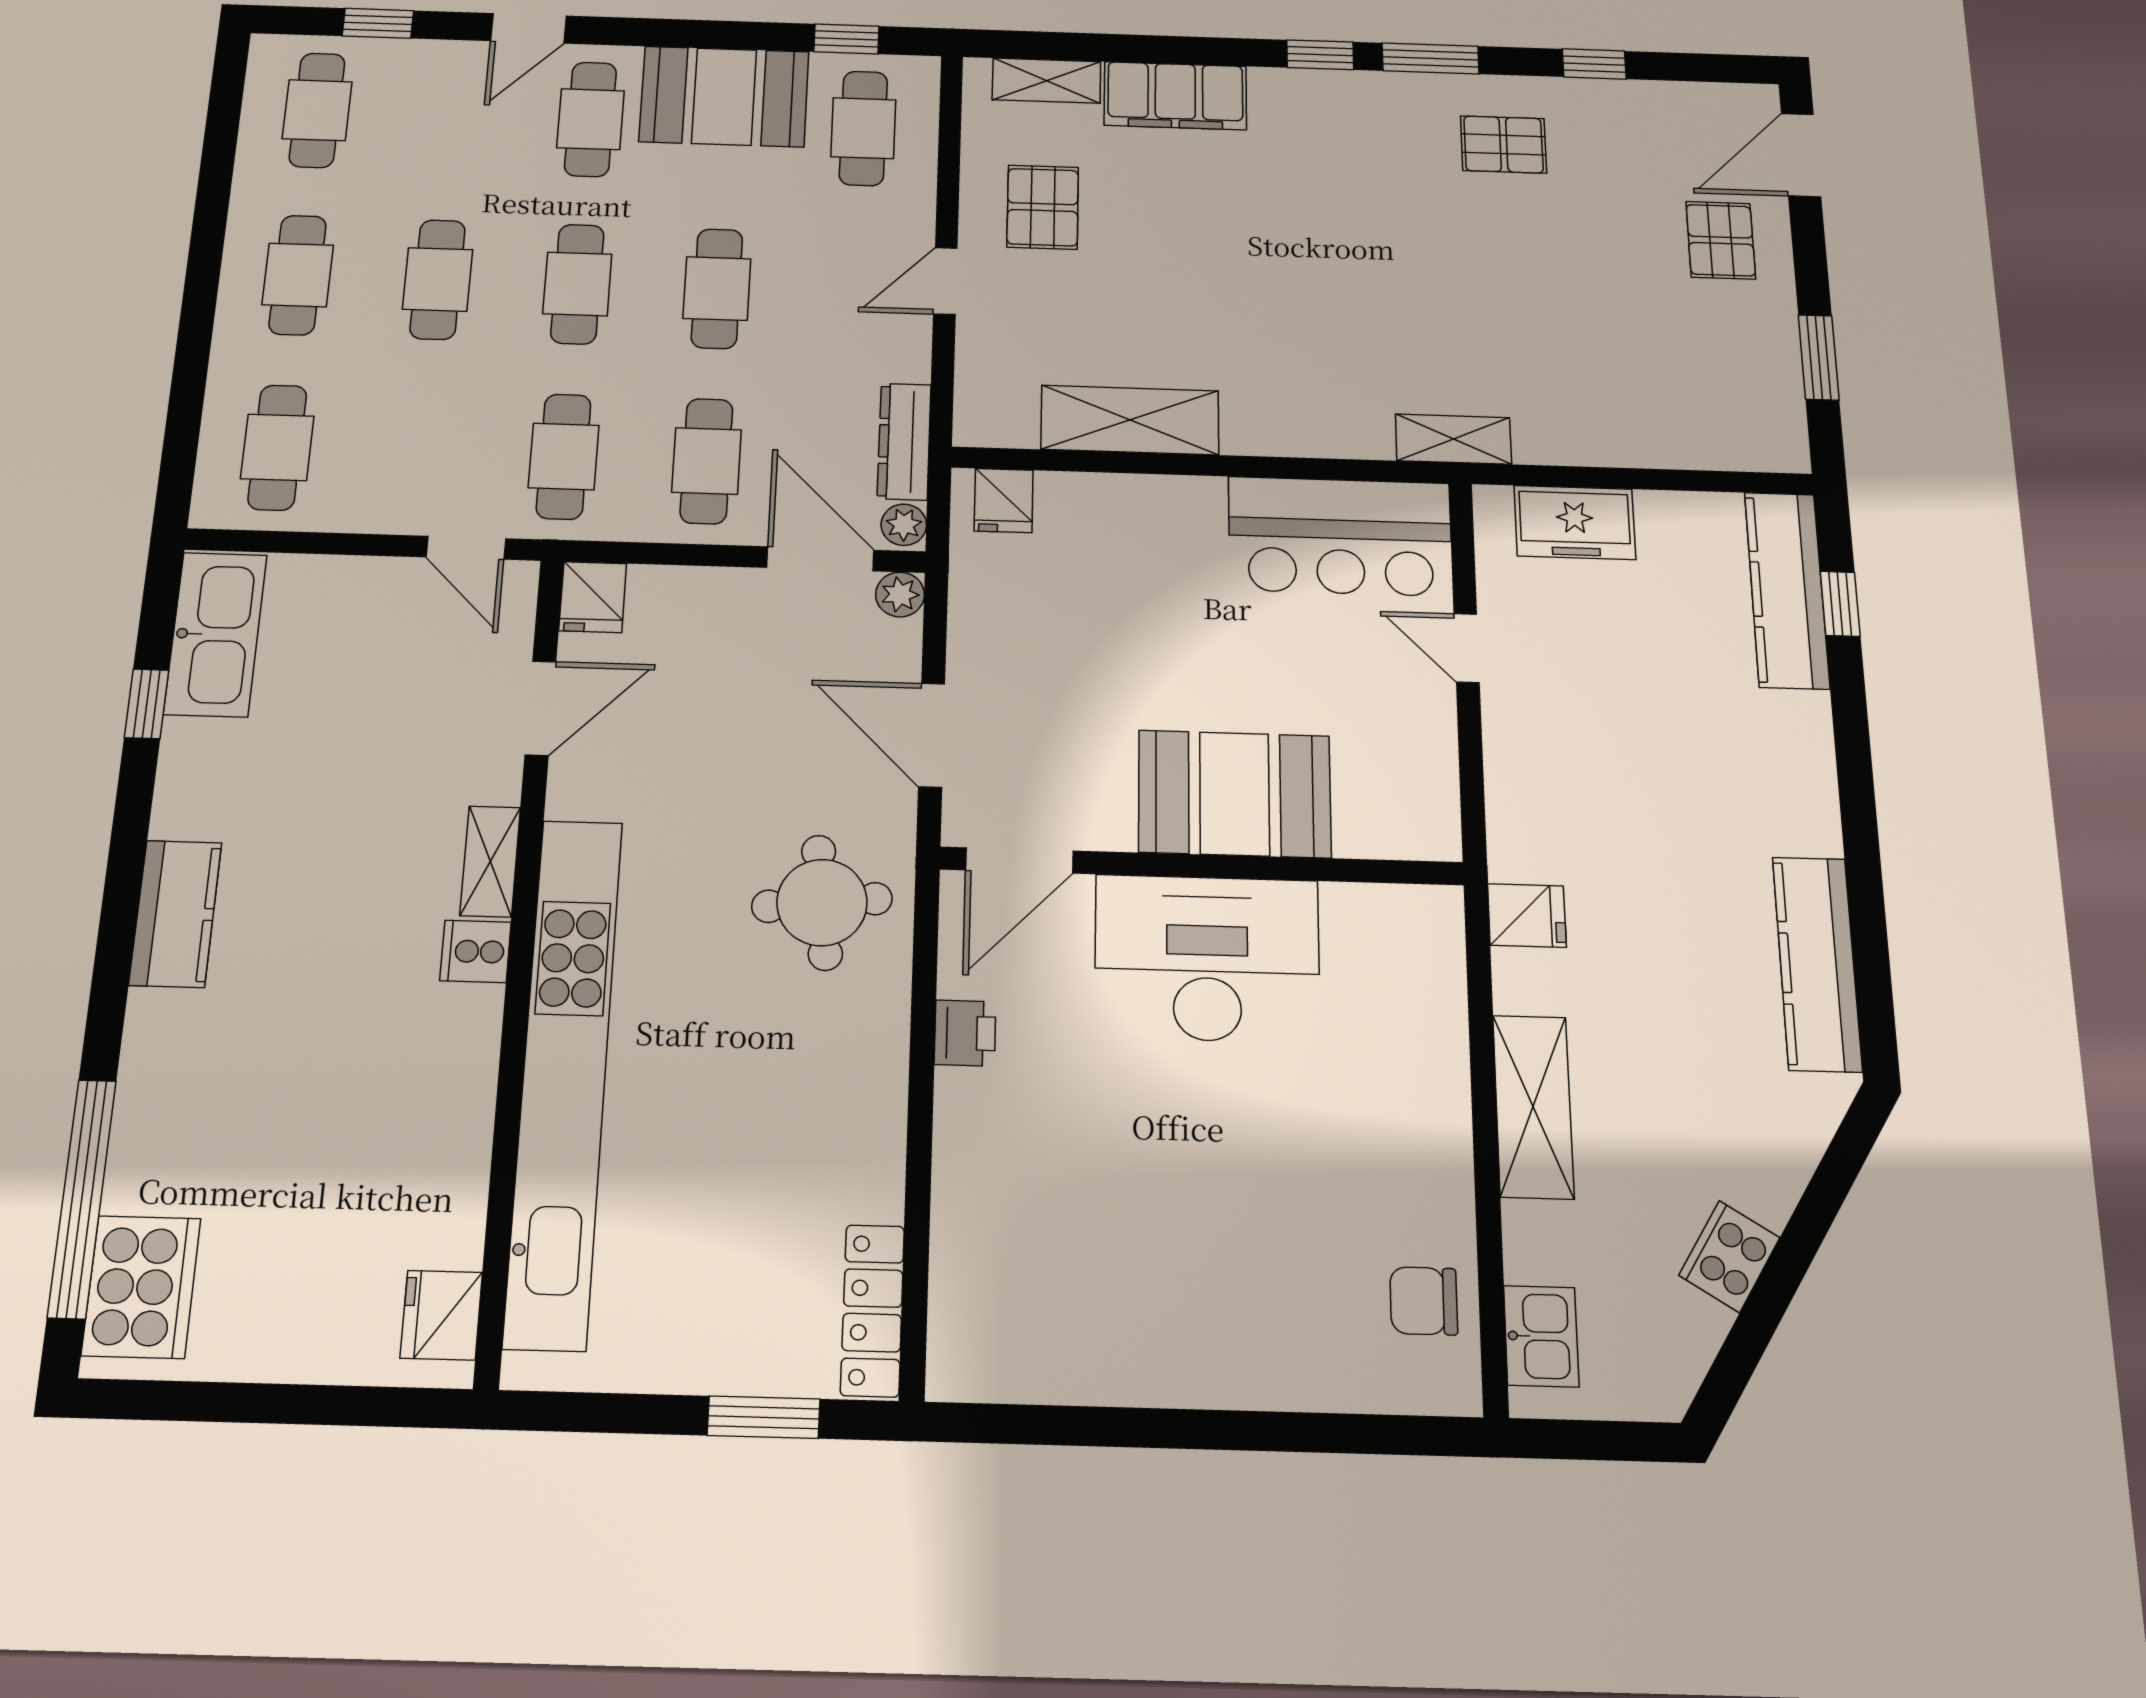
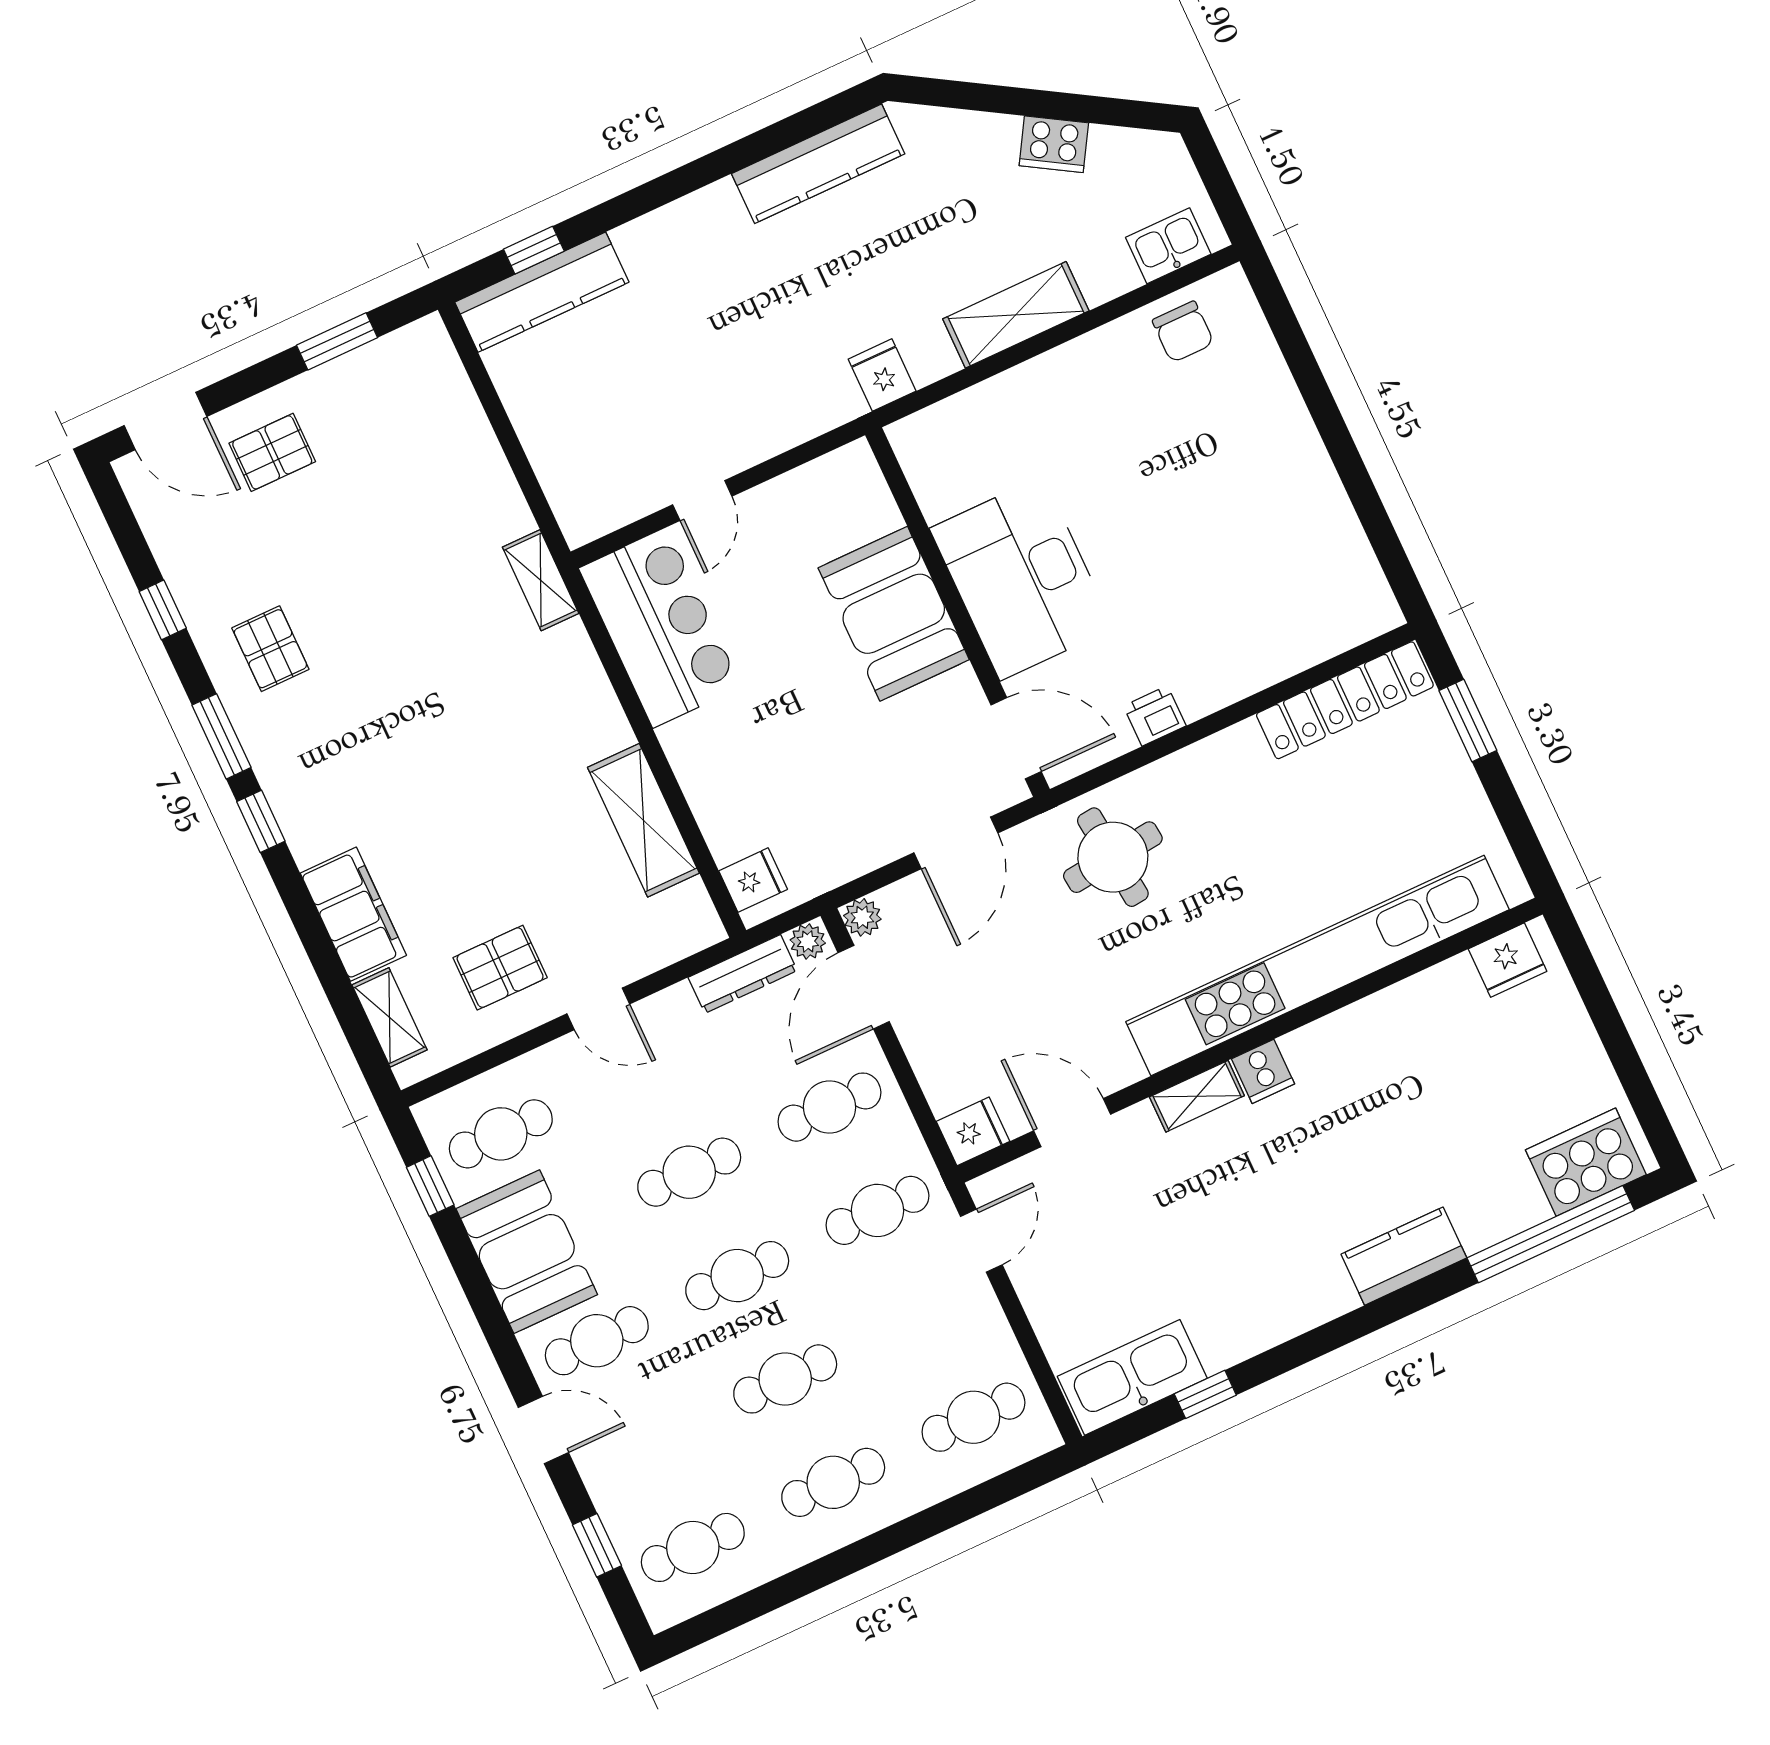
freezer: (1575, 522) -> (564, 465), removed
kitchen counter: (175, 914) -> (1404, 1256), moved
locker: (872, 1310) -> (1345, 700), width x1.41, depth x1.21

